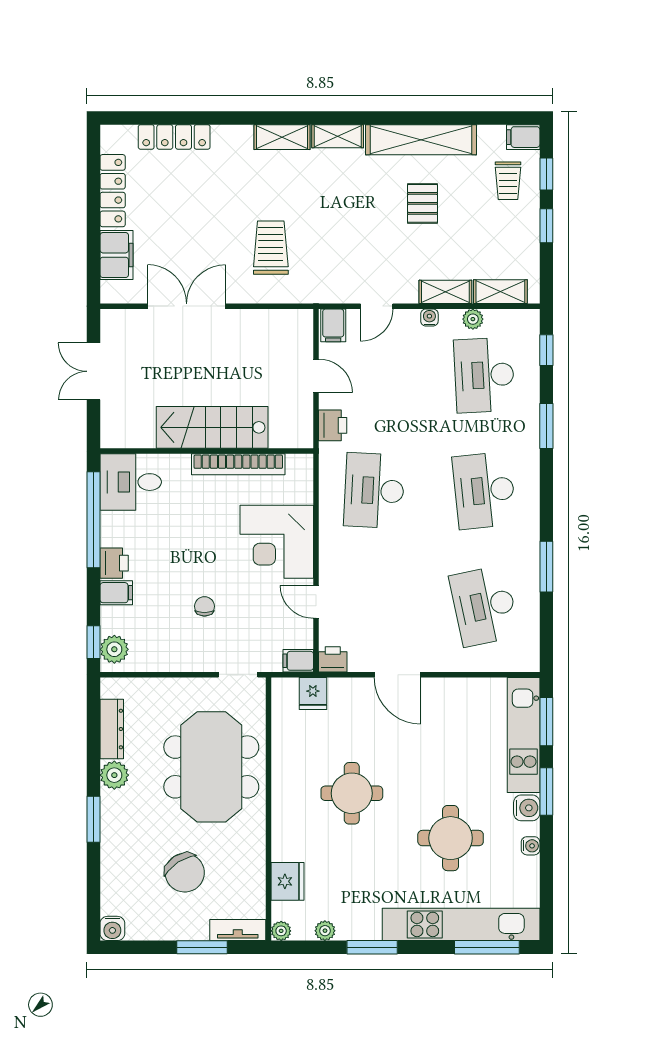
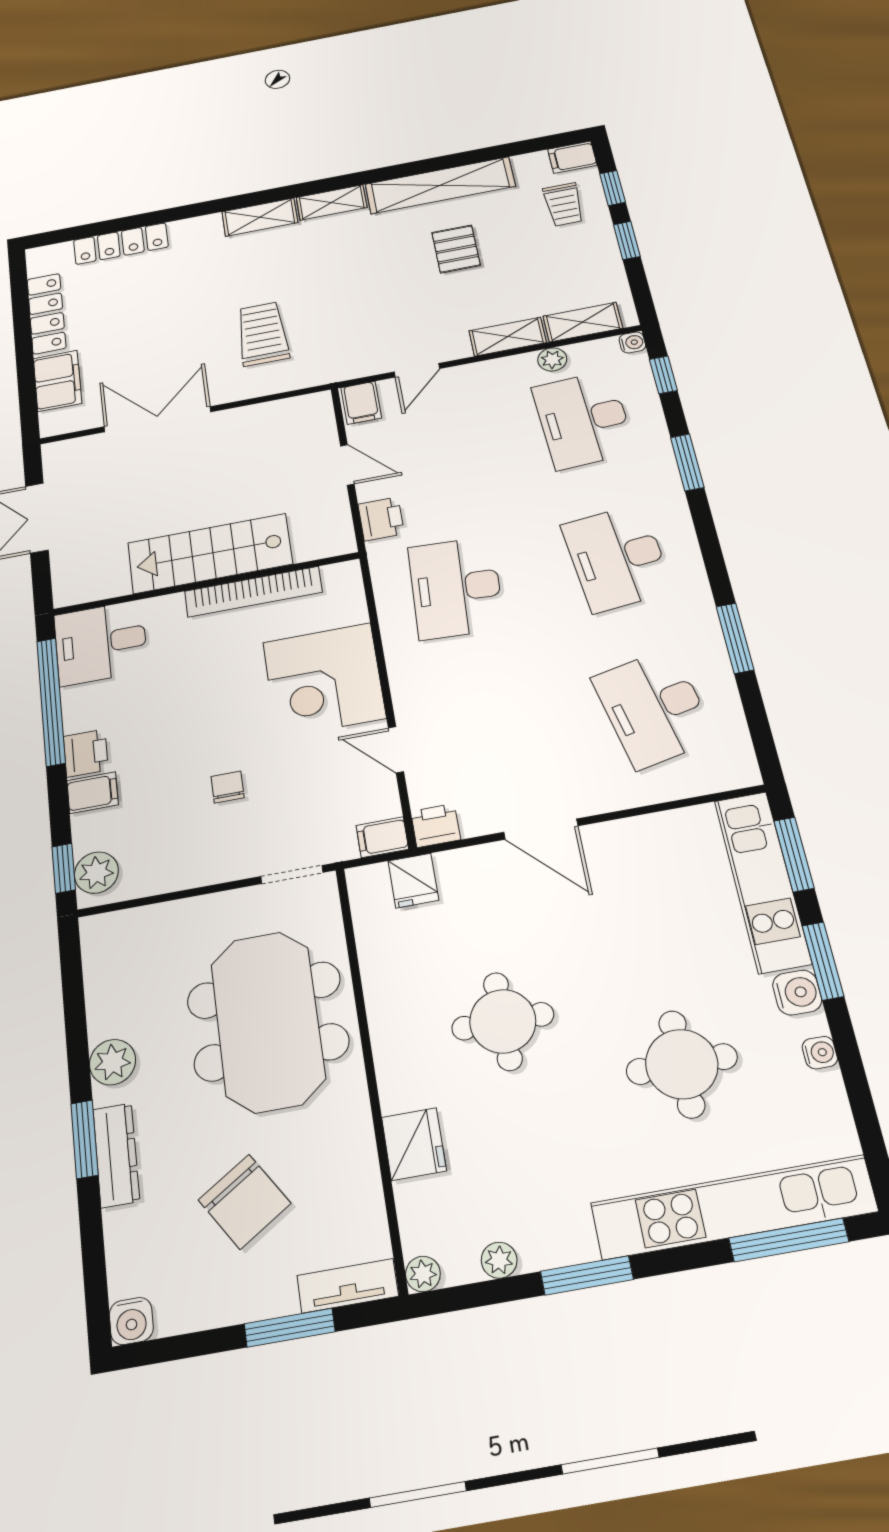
water cooler: (429, 318) -> (632, 342), moved, turned 90
dresser: (112, 729) -> (116, 1155), moved
fridge: (288, 881) -> (414, 1144), moved

